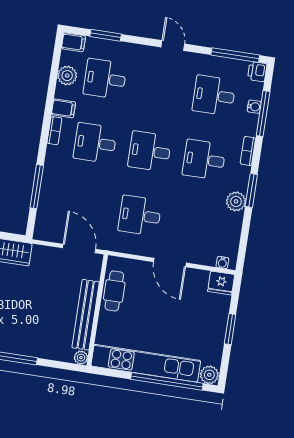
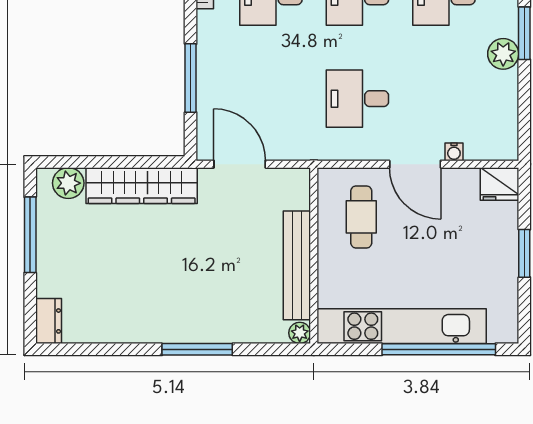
door: (79, 249) -> (240, 164), moved
water cooler: (222, 262) -> (454, 152), moved
cafe table: (114, 291) -> (361, 217), moved
plant: (209, 375) -> (503, 329), removed

